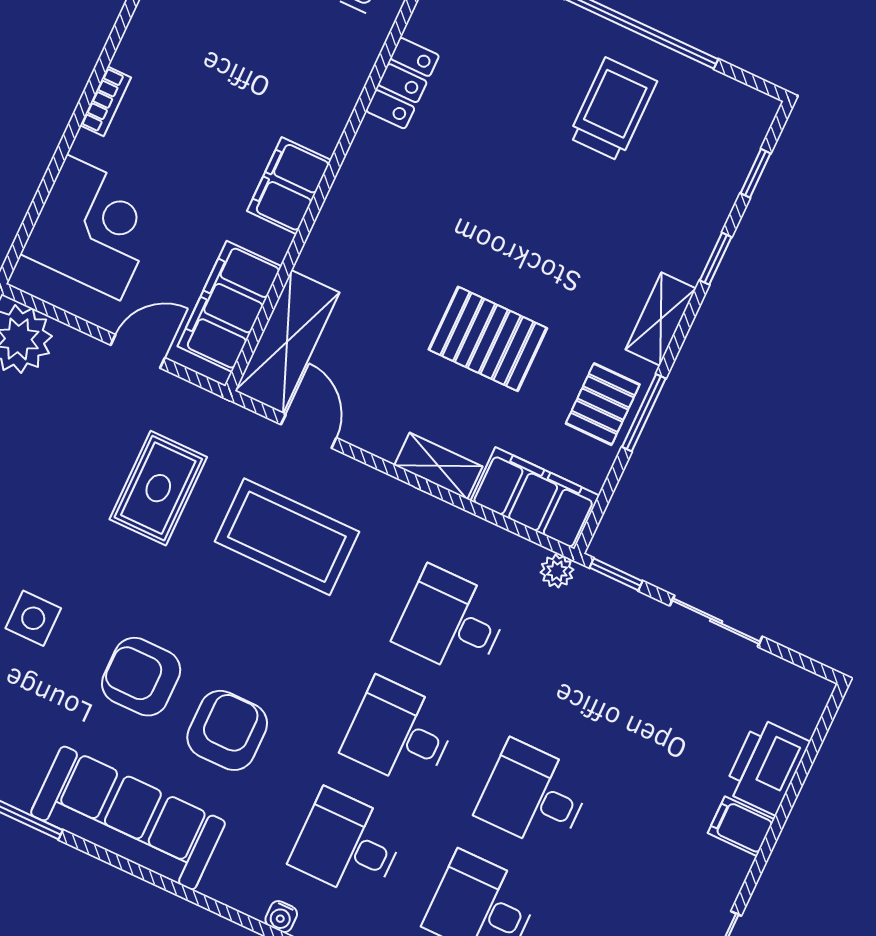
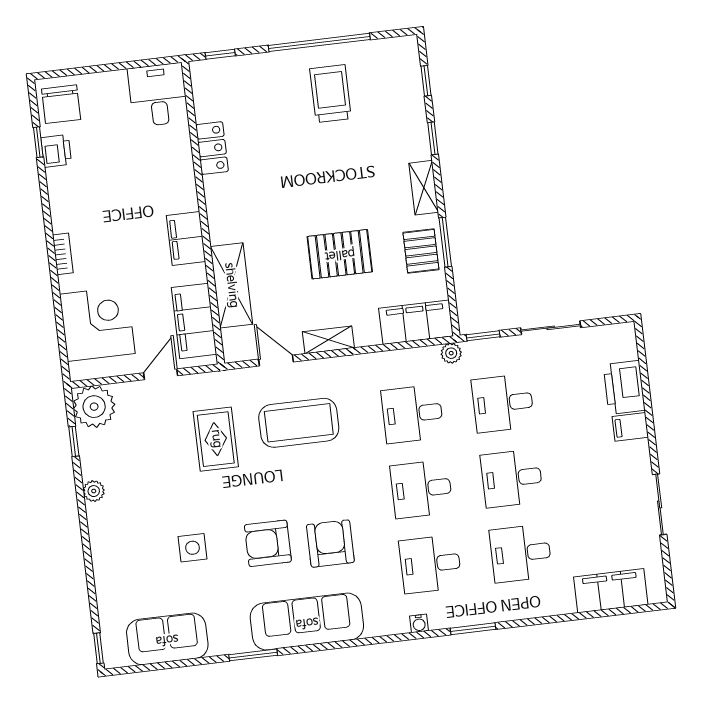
shelving: (287, 342) -> (231, 285), moved
shelving: (438, 466) -> (328, 340), moved
desk: (586, 684) -> (503, 403), added

